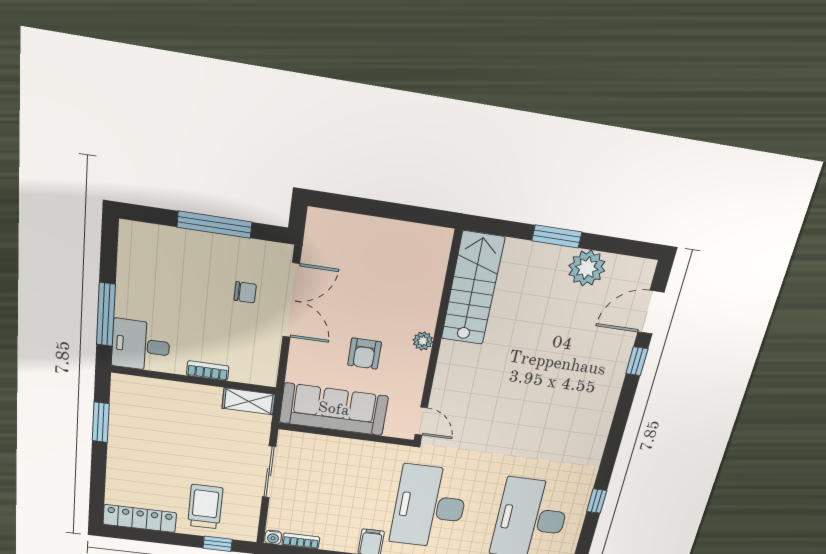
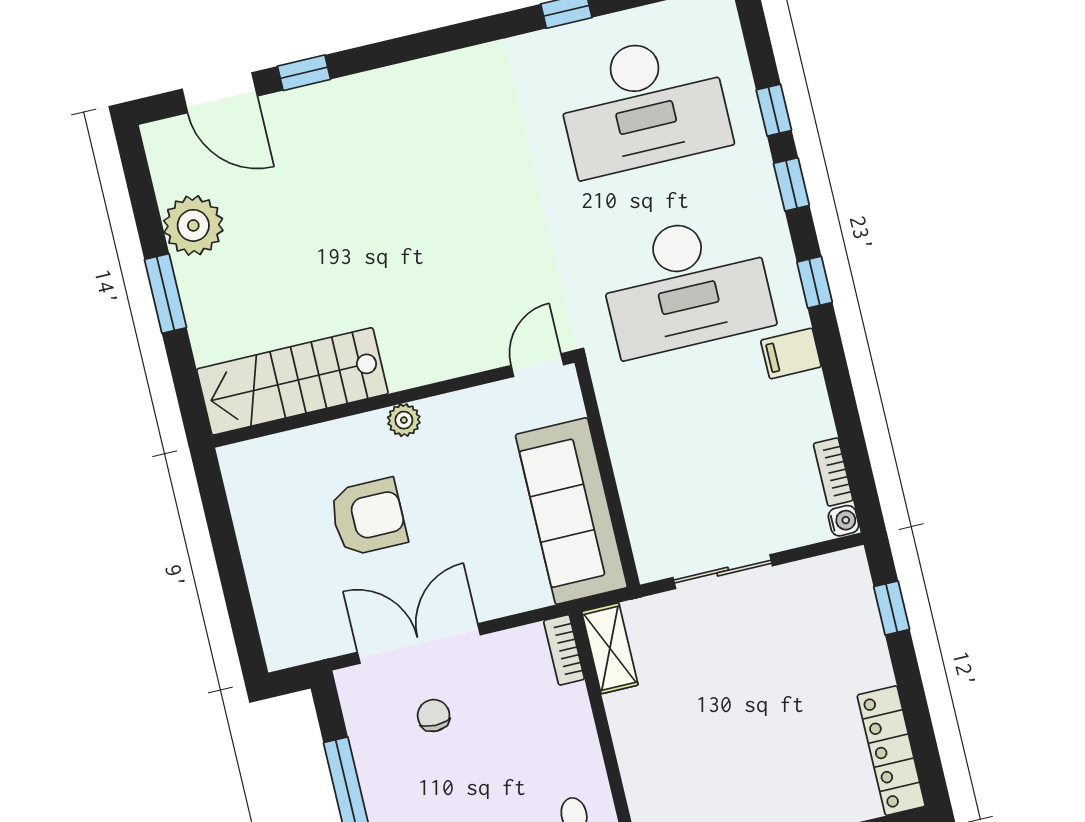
armchair: (364, 354) -> (368, 517), moved, width x1.38, depth x1.38
bookcase: (208, 371) -> (564, 650), moved
trolley: (205, 507) -> (828, 652), removed

